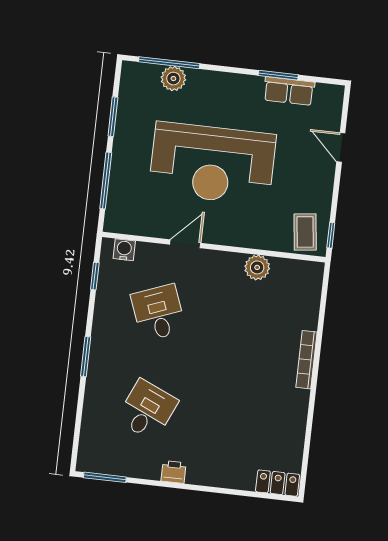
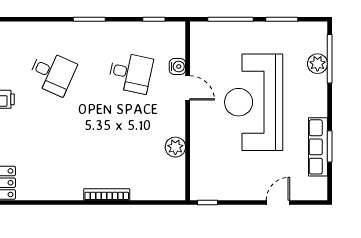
row of seats: (289, 91) -> (318, 147), width x1.48
coffee table: (305, 232) -> (208, 182), removed
water cooler: (124, 250) -> (177, 67), moved
desk: (158, 313) -> (131, 73), turned 33

